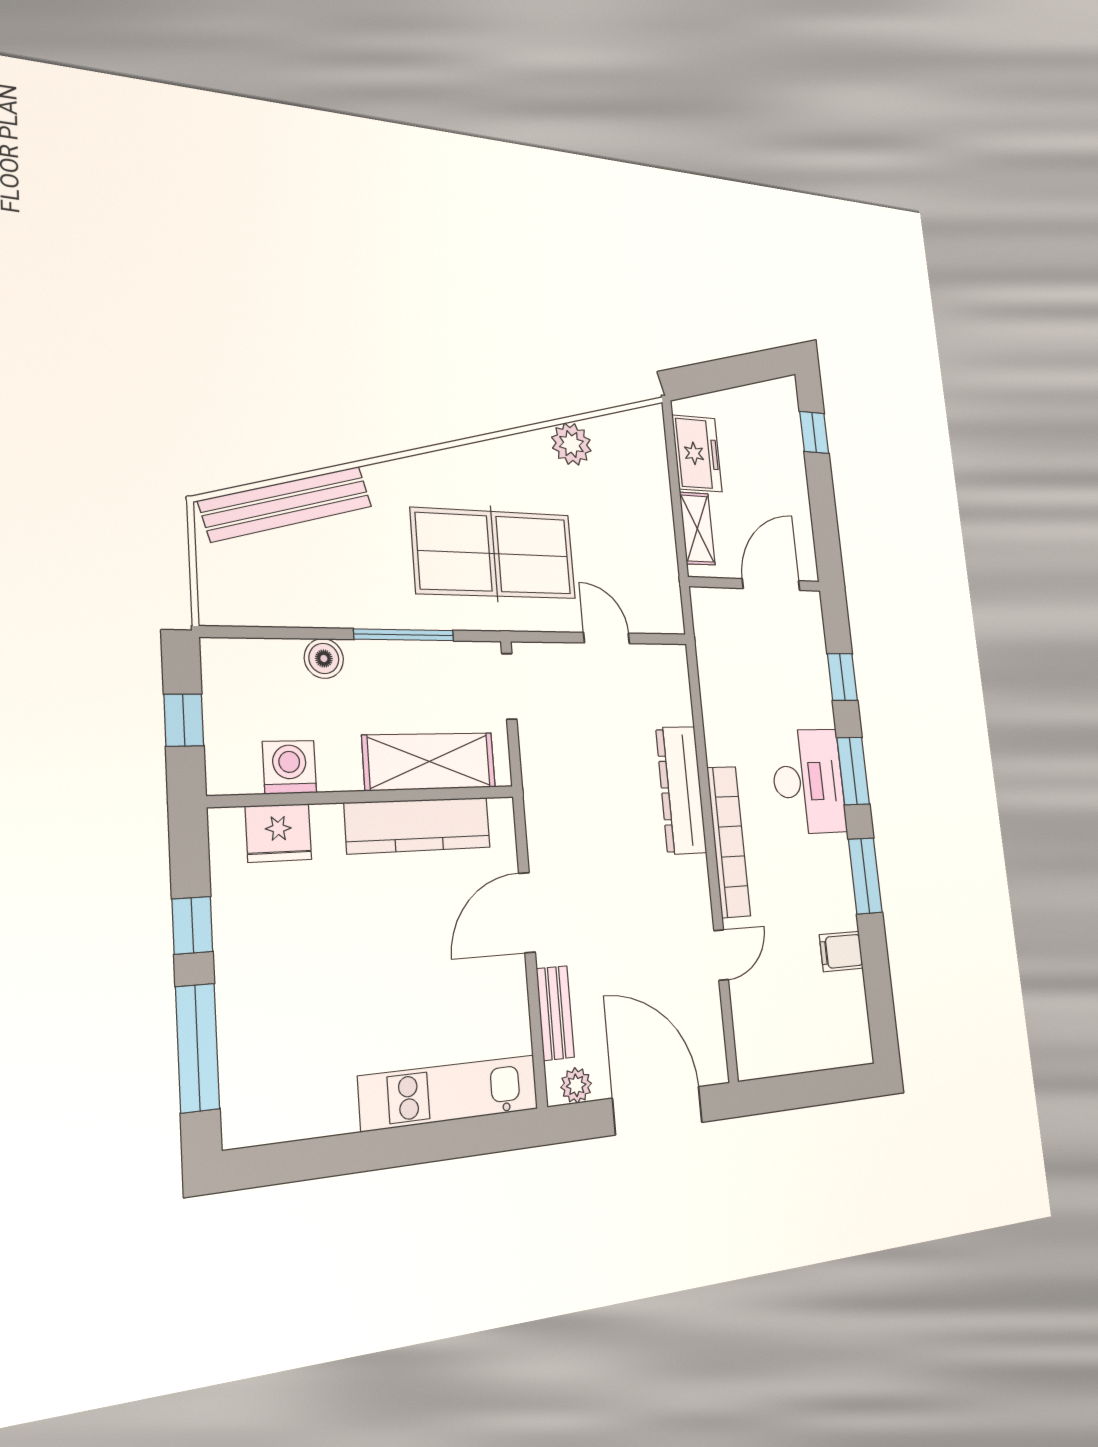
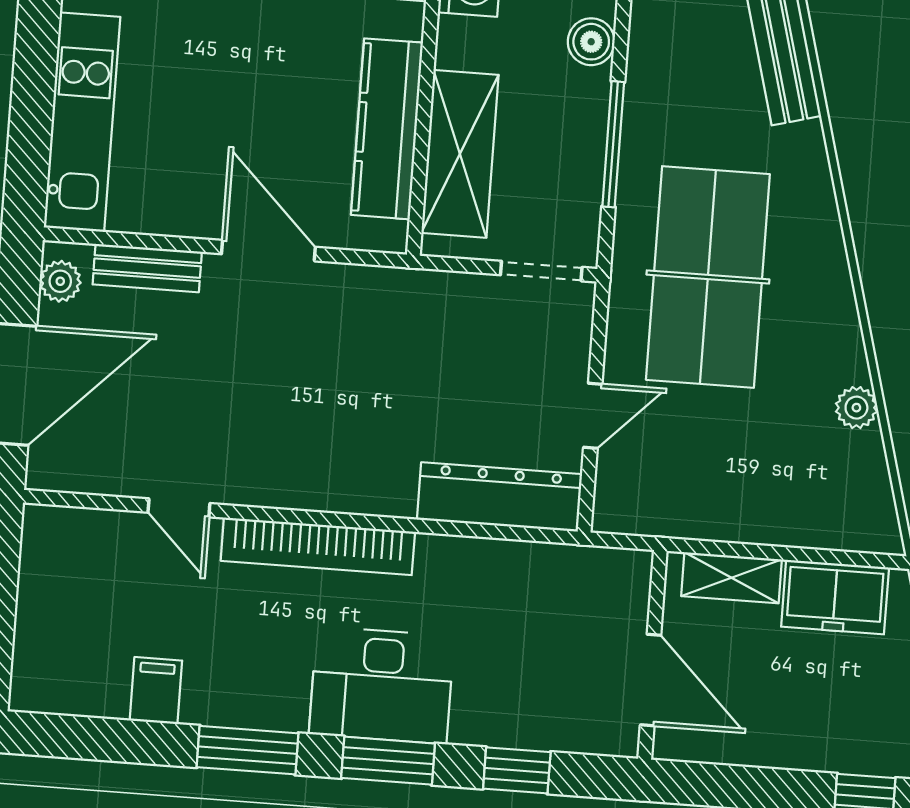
plant: (571, 444) -> (856, 408), width x0.73, depth x0.73
dresser: (681, 790) -> (500, 497), moved

